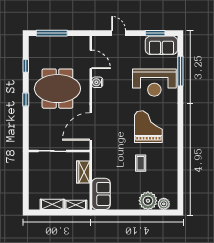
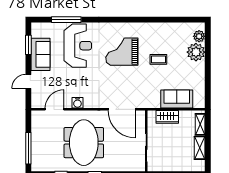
sofa: (161, 45) -> (40, 54), moved
sofa: (101, 194) -> (177, 99), moved

